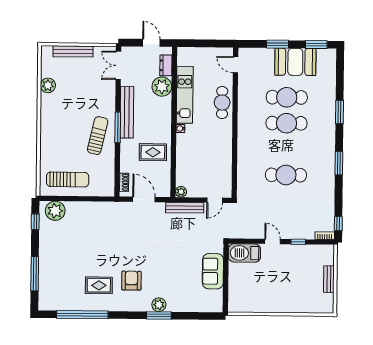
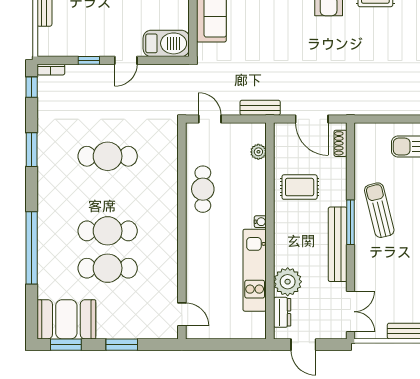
booth: (295, 62) -> (66, 319), moved
cafe table: (222, 103) -> (203, 189), moved
window: (339, 112) -> (32, 248), width x2.11
sun lounger: (98, 136) -> (379, 210), turned 153
window: (339, 163) -> (32, 150), moved
plant: (181, 192) -> (258, 152), moved
door: (215, 200) -> (210, 119), hinge flipped
bench: (185, 208) -> (260, 108), width x0.73
door: (273, 241) -> (126, 60), hinge flipped

